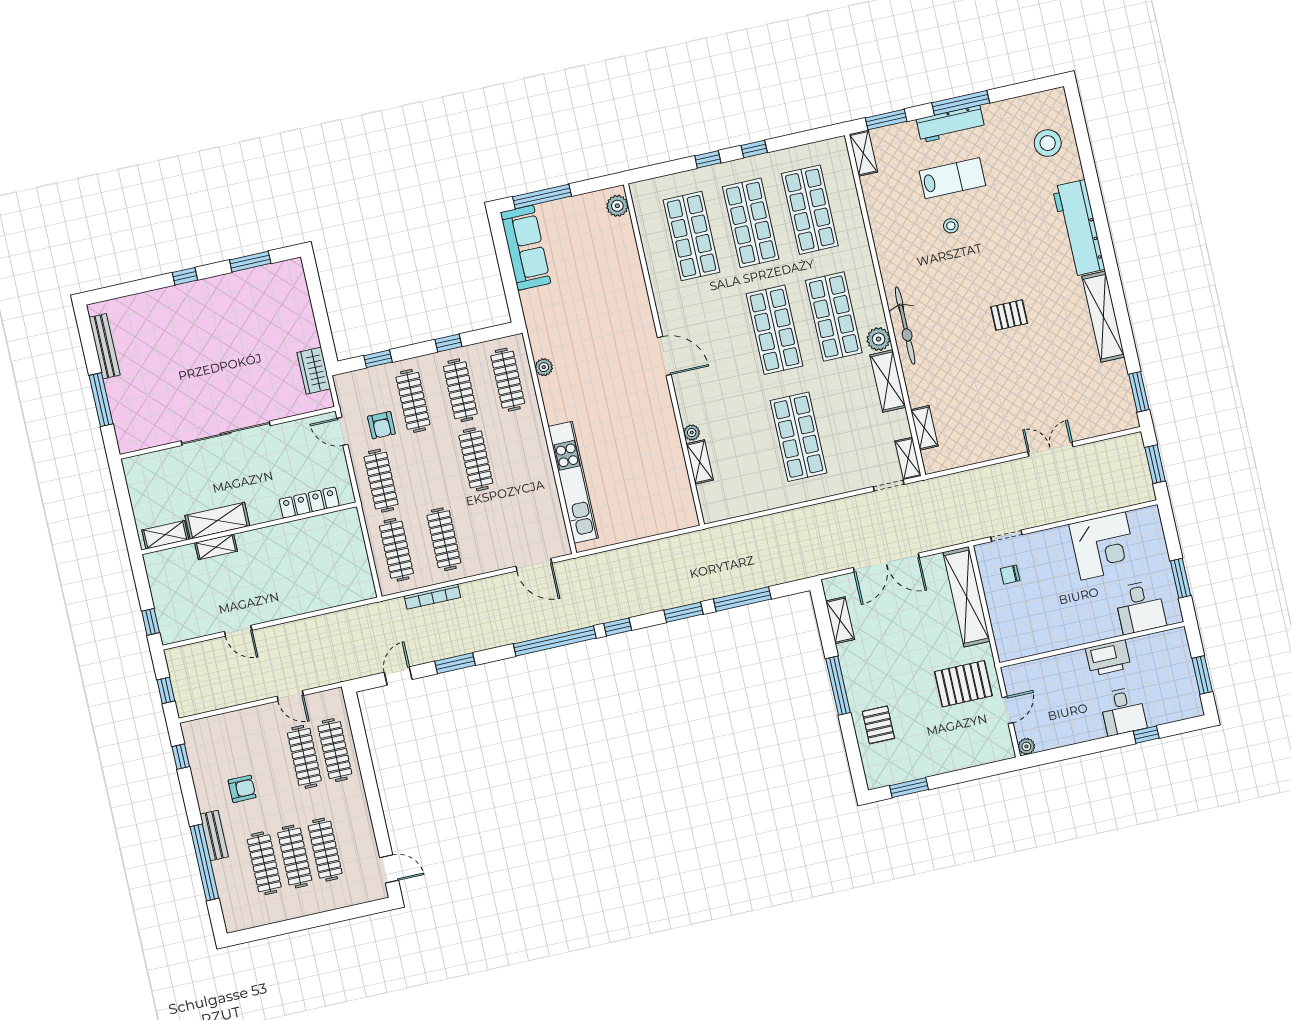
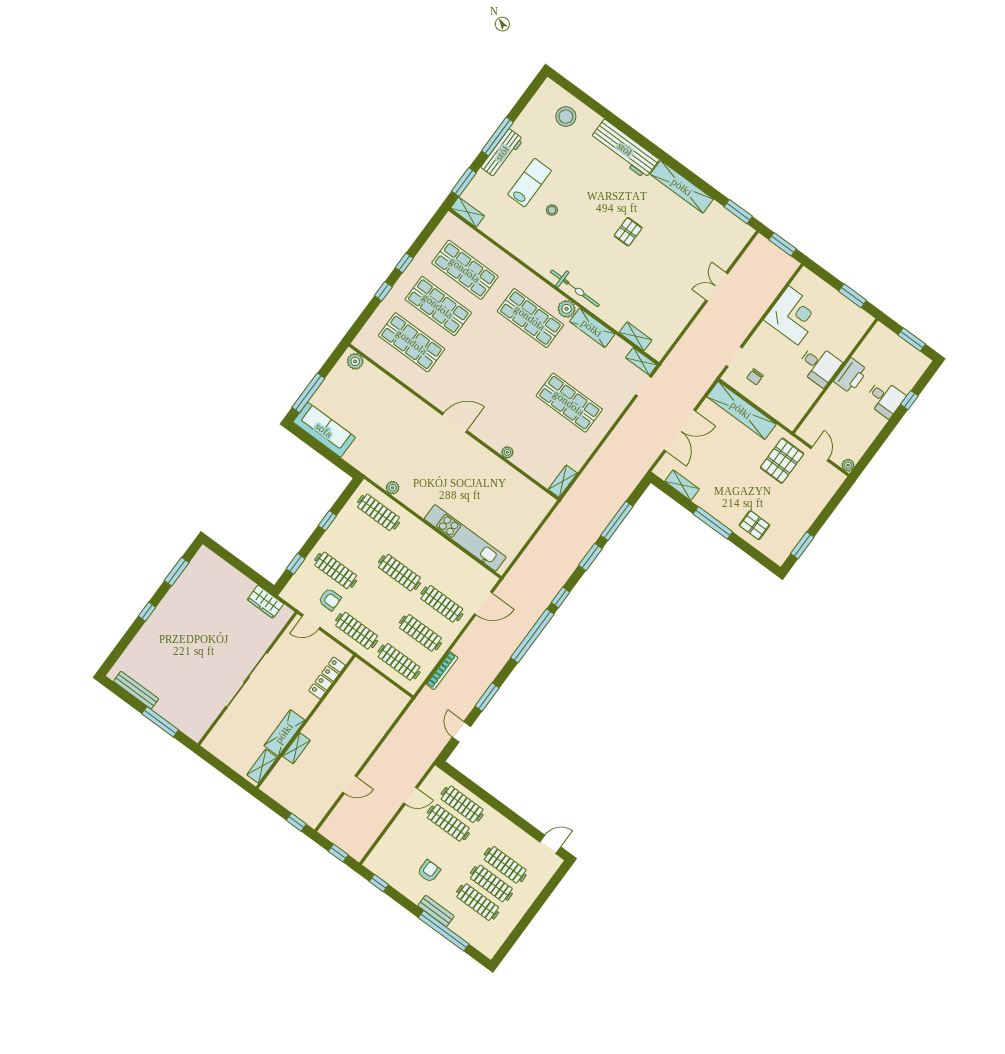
shop shelf: (775, 330) -> (504, 354), removed
clothes rail: (460, 390) -> (442, 604), moved
shelving: (700, 462) -> (563, 481), moved, turned 90
desk: (1140, 607) -> (819, 365), moved

